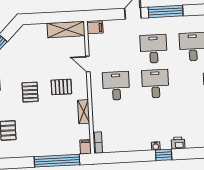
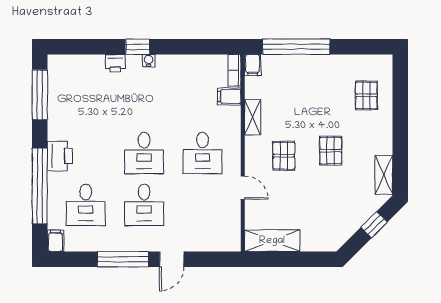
filing cabinet: (95, 28) -> (229, 96), moved
pallet: (61, 87) -> (284, 156), turned 90

